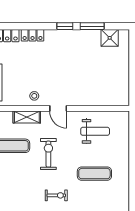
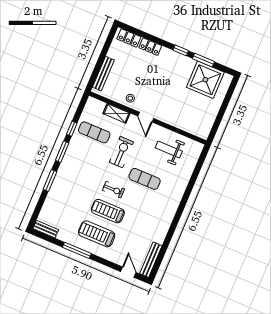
shower: (110, 38) -> (205, 80), width x1.86, depth x1.86
weight bench: (95, 131) -> (169, 150), turned 180
exercise mat: (94, 174) -> (145, 179), moved

